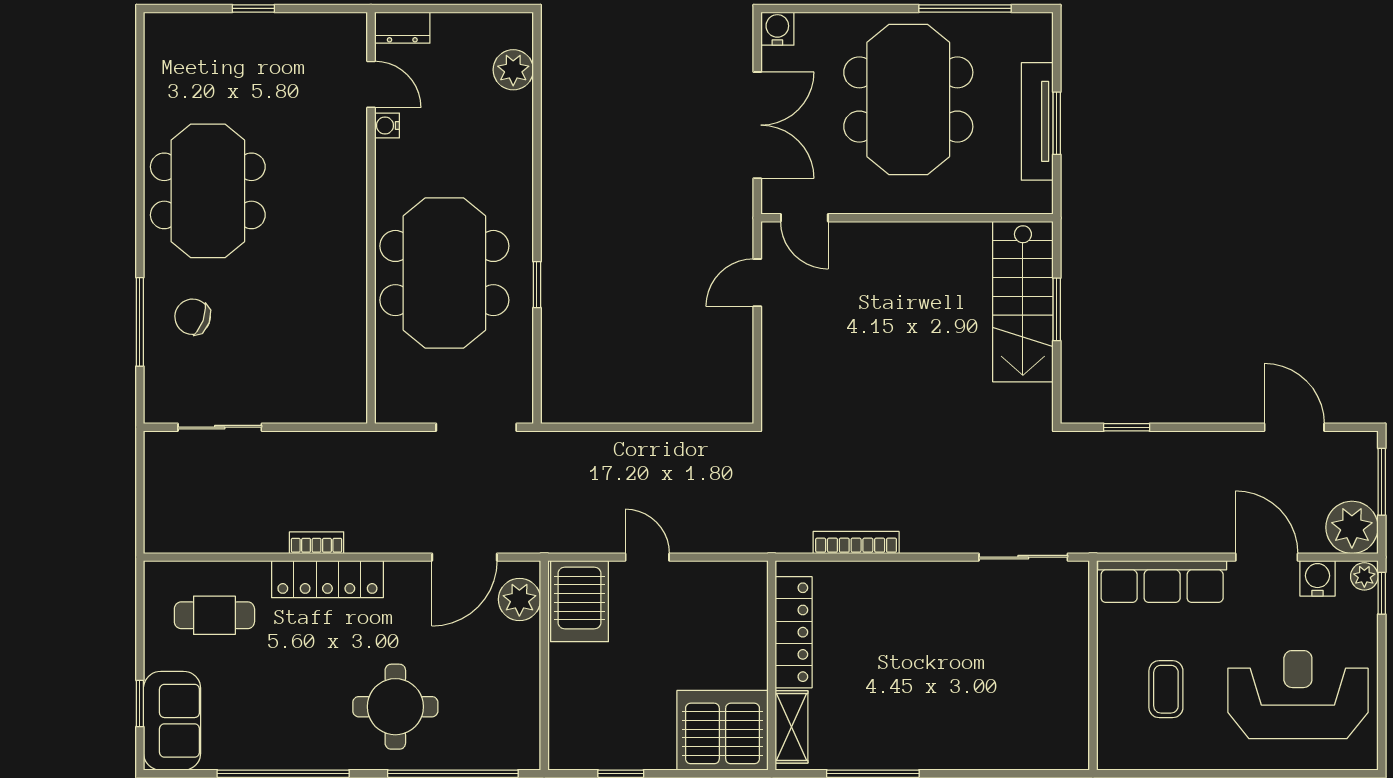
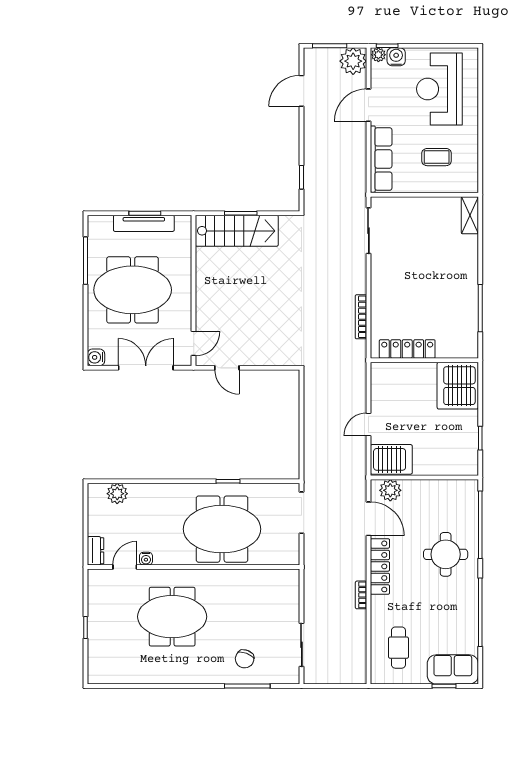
meeting table: (208, 191) -> (172, 617), moved
water cooler: (1318, 578) -> (396, 57), moved, turned 90
locker: (327, 579) -> (380, 566), moved
shelving: (792, 727) -> (470, 215), moved, turned 90

